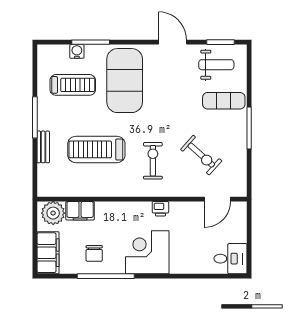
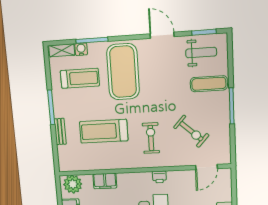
shelving: (54, 51) -> (62, 50), added
filing cabinet: (80, 211) -> (105, 181), moved

